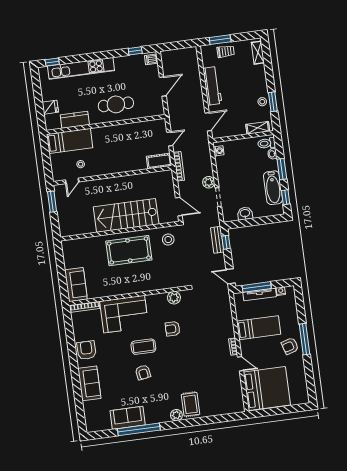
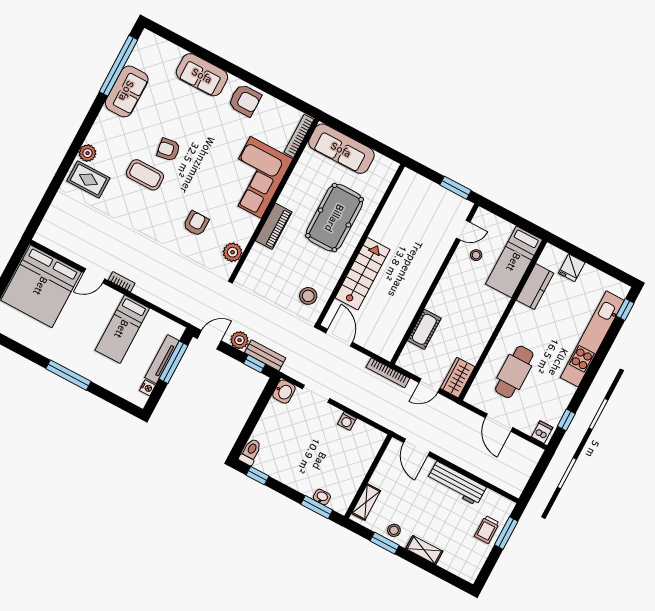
shelving: (258, 53) -> (424, 550), moved
cafe table: (116, 104) -> (514, 372), moved
wardrobe: (154, 127) -> (458, 378), added
door: (170, 139) -> (429, 386), hinge flipped
toilet: (266, 143) -> (250, 452), moved
washing machine: (219, 151) -> (347, 421), moved
cot: (159, 161) -> (424, 329), moved
window: (282, 169) -> (317, 507), moved
door: (72, 181) -> (463, 230), swing flipped
plant: (209, 182) -> (239, 340), moved
bathtub: (273, 188) -> (280, 469), removed
door: (179, 207) -> (339, 338), swing flipped
washbasin: (245, 213) -> (284, 392), moved
stairs: (126, 215) -> (363, 274), width x0.73, depth x0.66
pool table: (129, 251) -> (335, 218), moved
sofa: (76, 285) -> (341, 149), width x1.36
piano: (144, 285) -> (274, 226), added
armchair: (290, 346) -> (73, 351), removed
coffee table: (143, 347) -> (145, 175), moved, turned 90
window: (139, 429) -> (118, 66), moved

